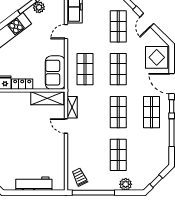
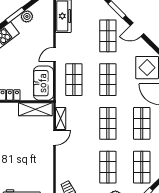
door: (147, 20) -> (137, 30), hinge flipped
door: (66, 32) -> (55, 55), moved
door: (66, 126) -> (55, 138), swing flipped
shop shelf: (152, 155) -> (142, 167), added

